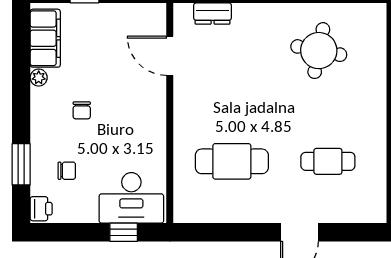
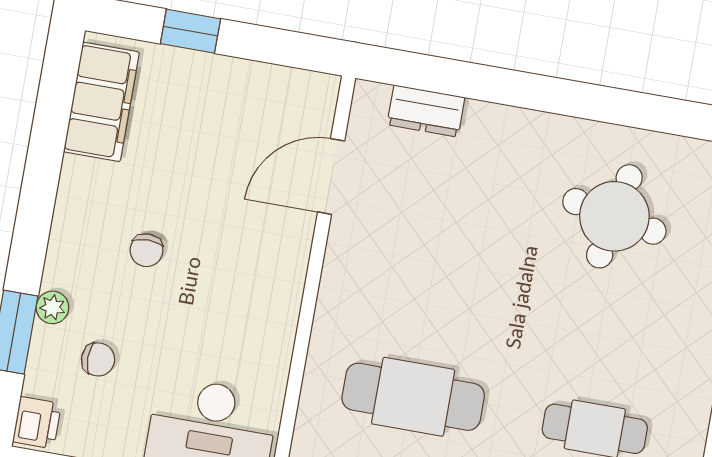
door: (170, 56) -> (331, 176), hinge flipped
plant: (39, 78) -> (52, 307), moved

